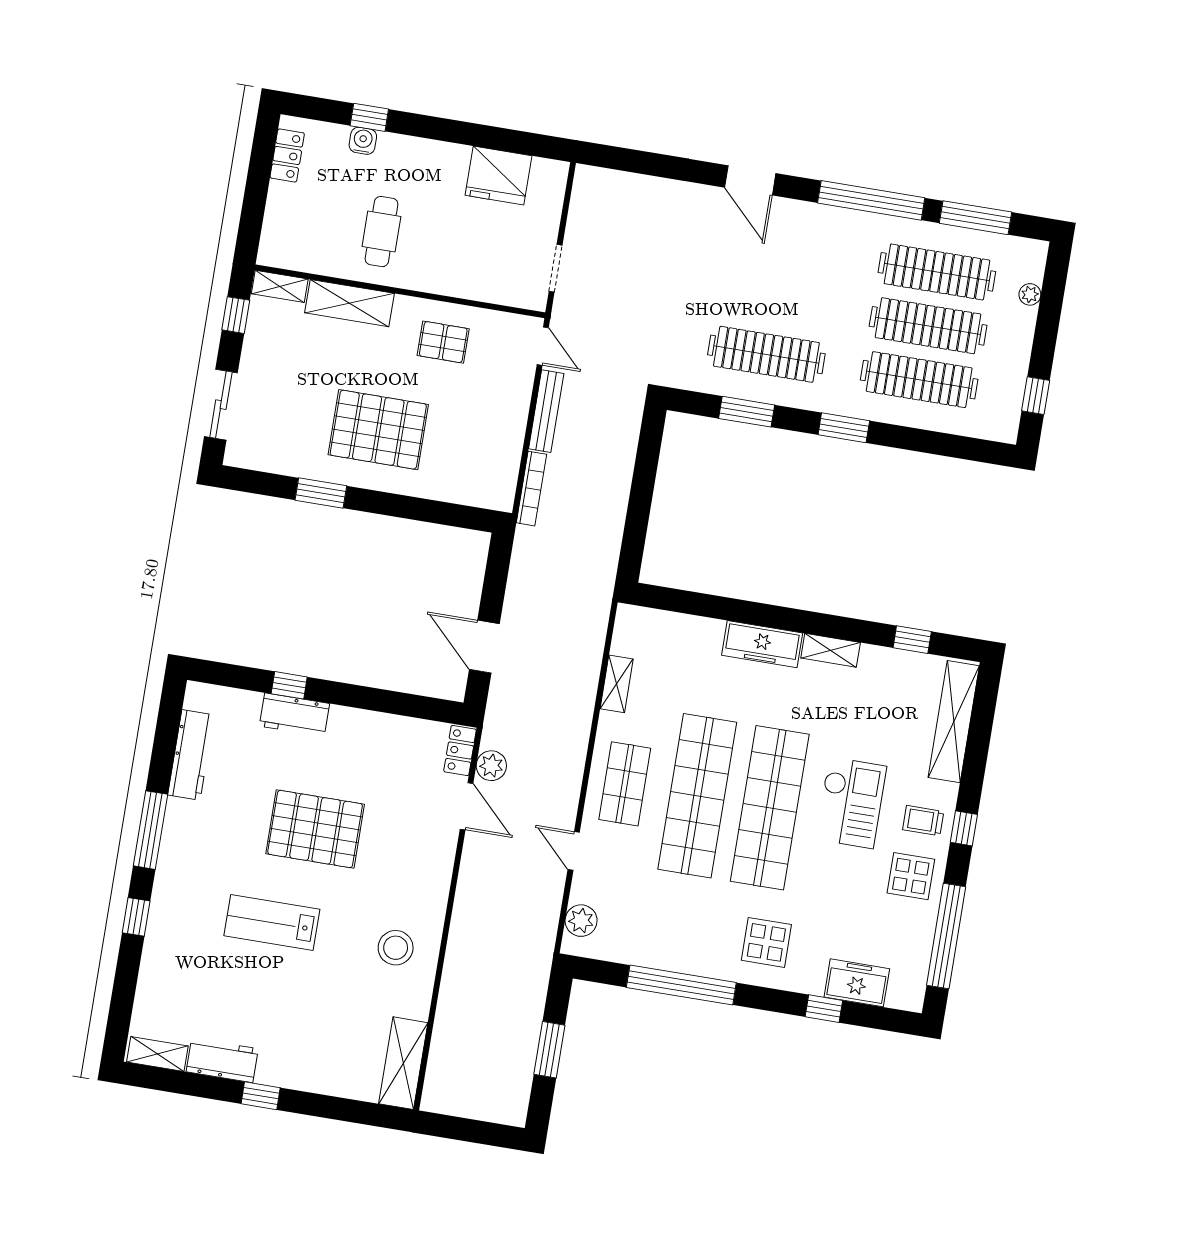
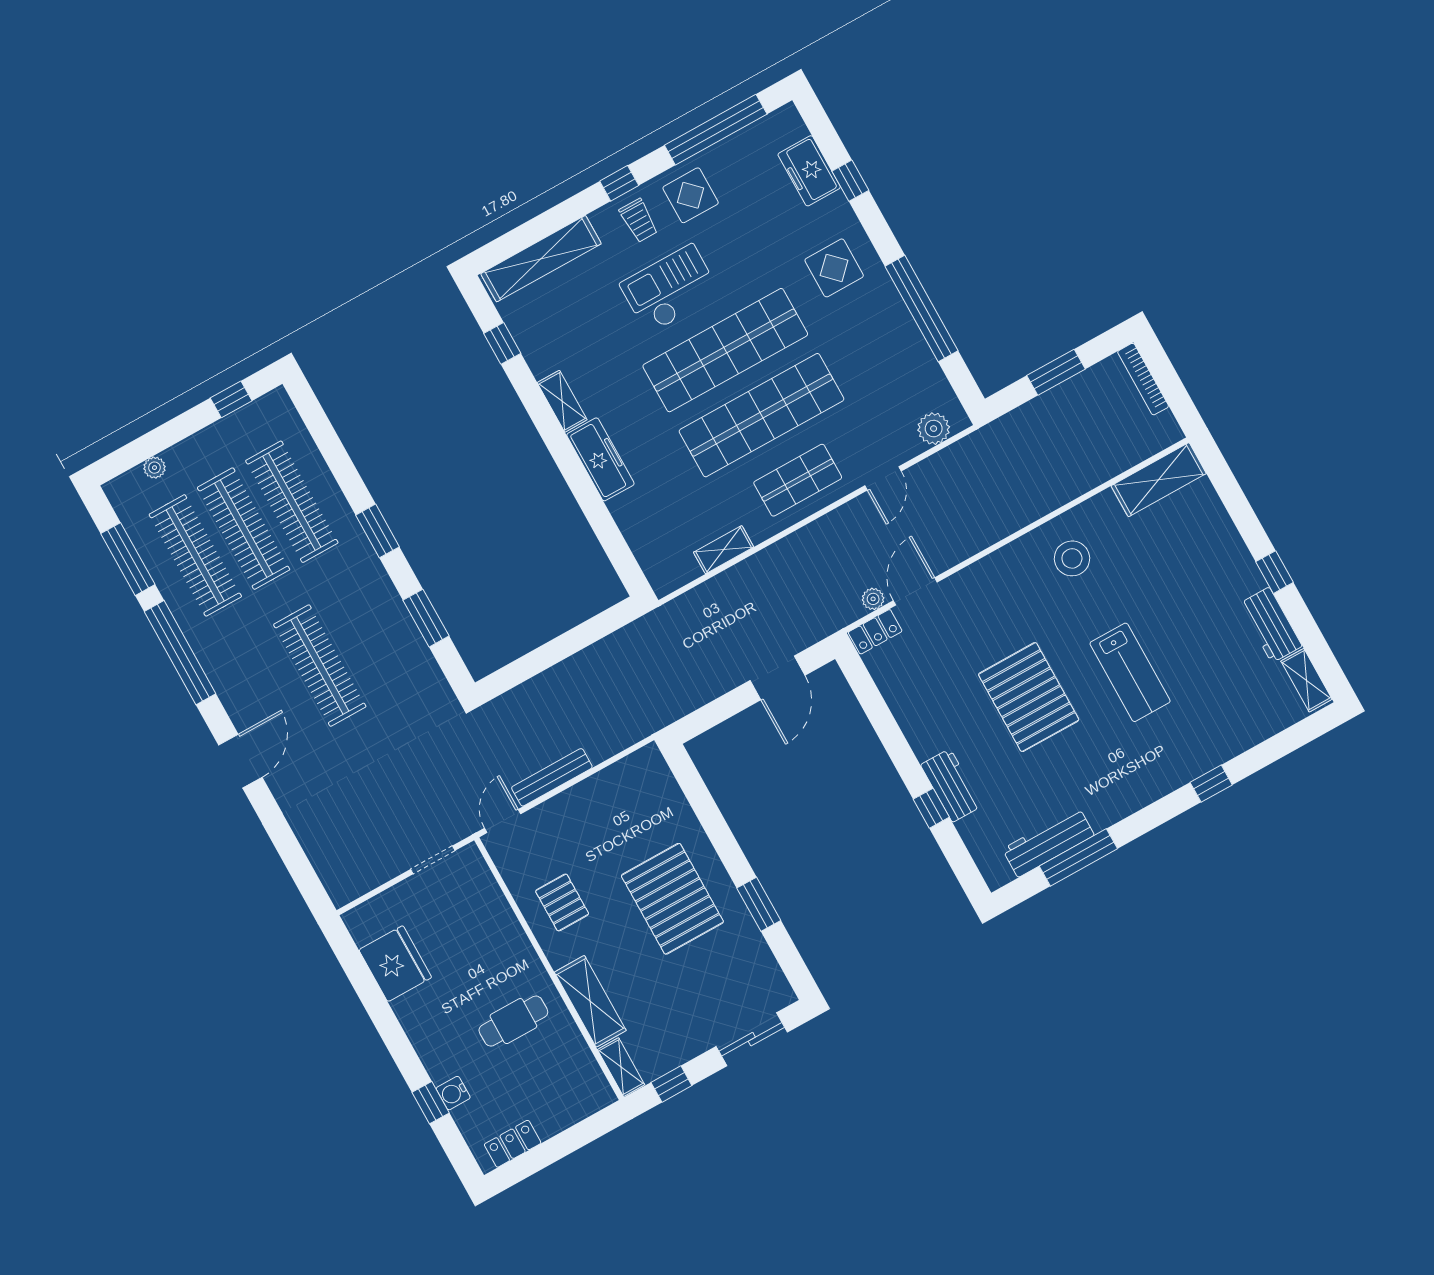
clothes rail: (766, 354) -> (320, 666), moved
bookcase: (531, 489) -> (1143, 379), moved, turned -90
plant: (491, 766) -> (873, 599), width x0.73, depth x0.73
window: (150, 830) -> (1078, 857), moved

